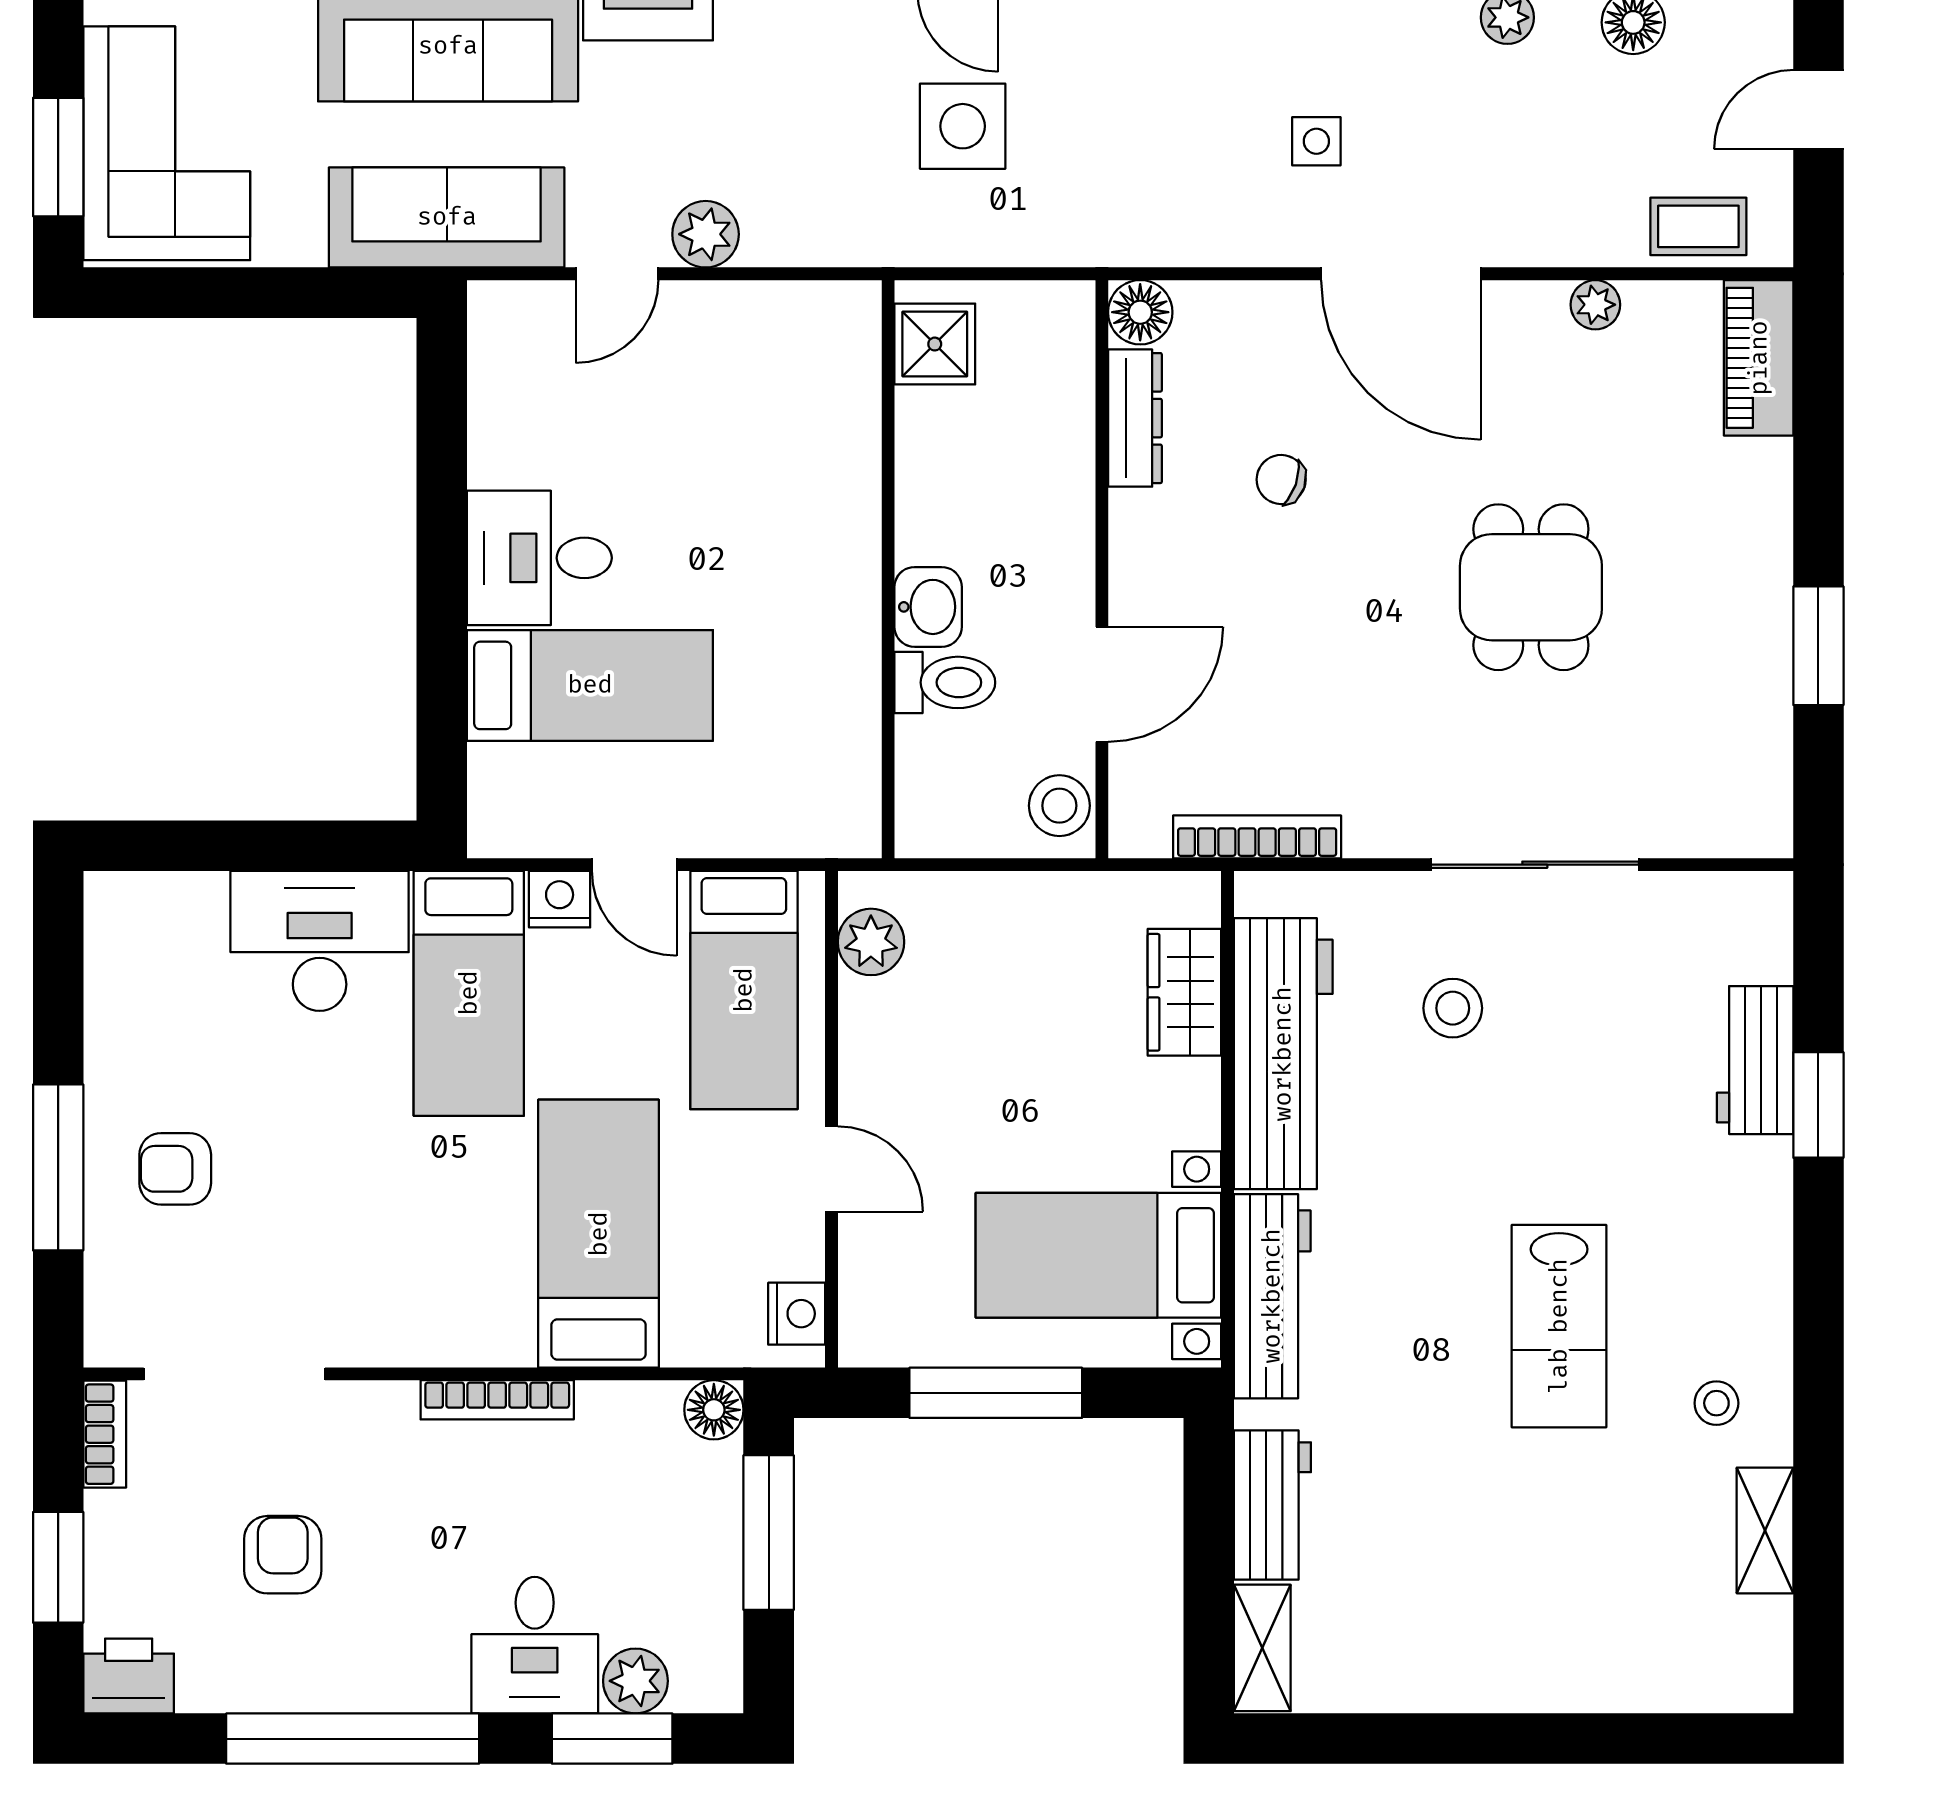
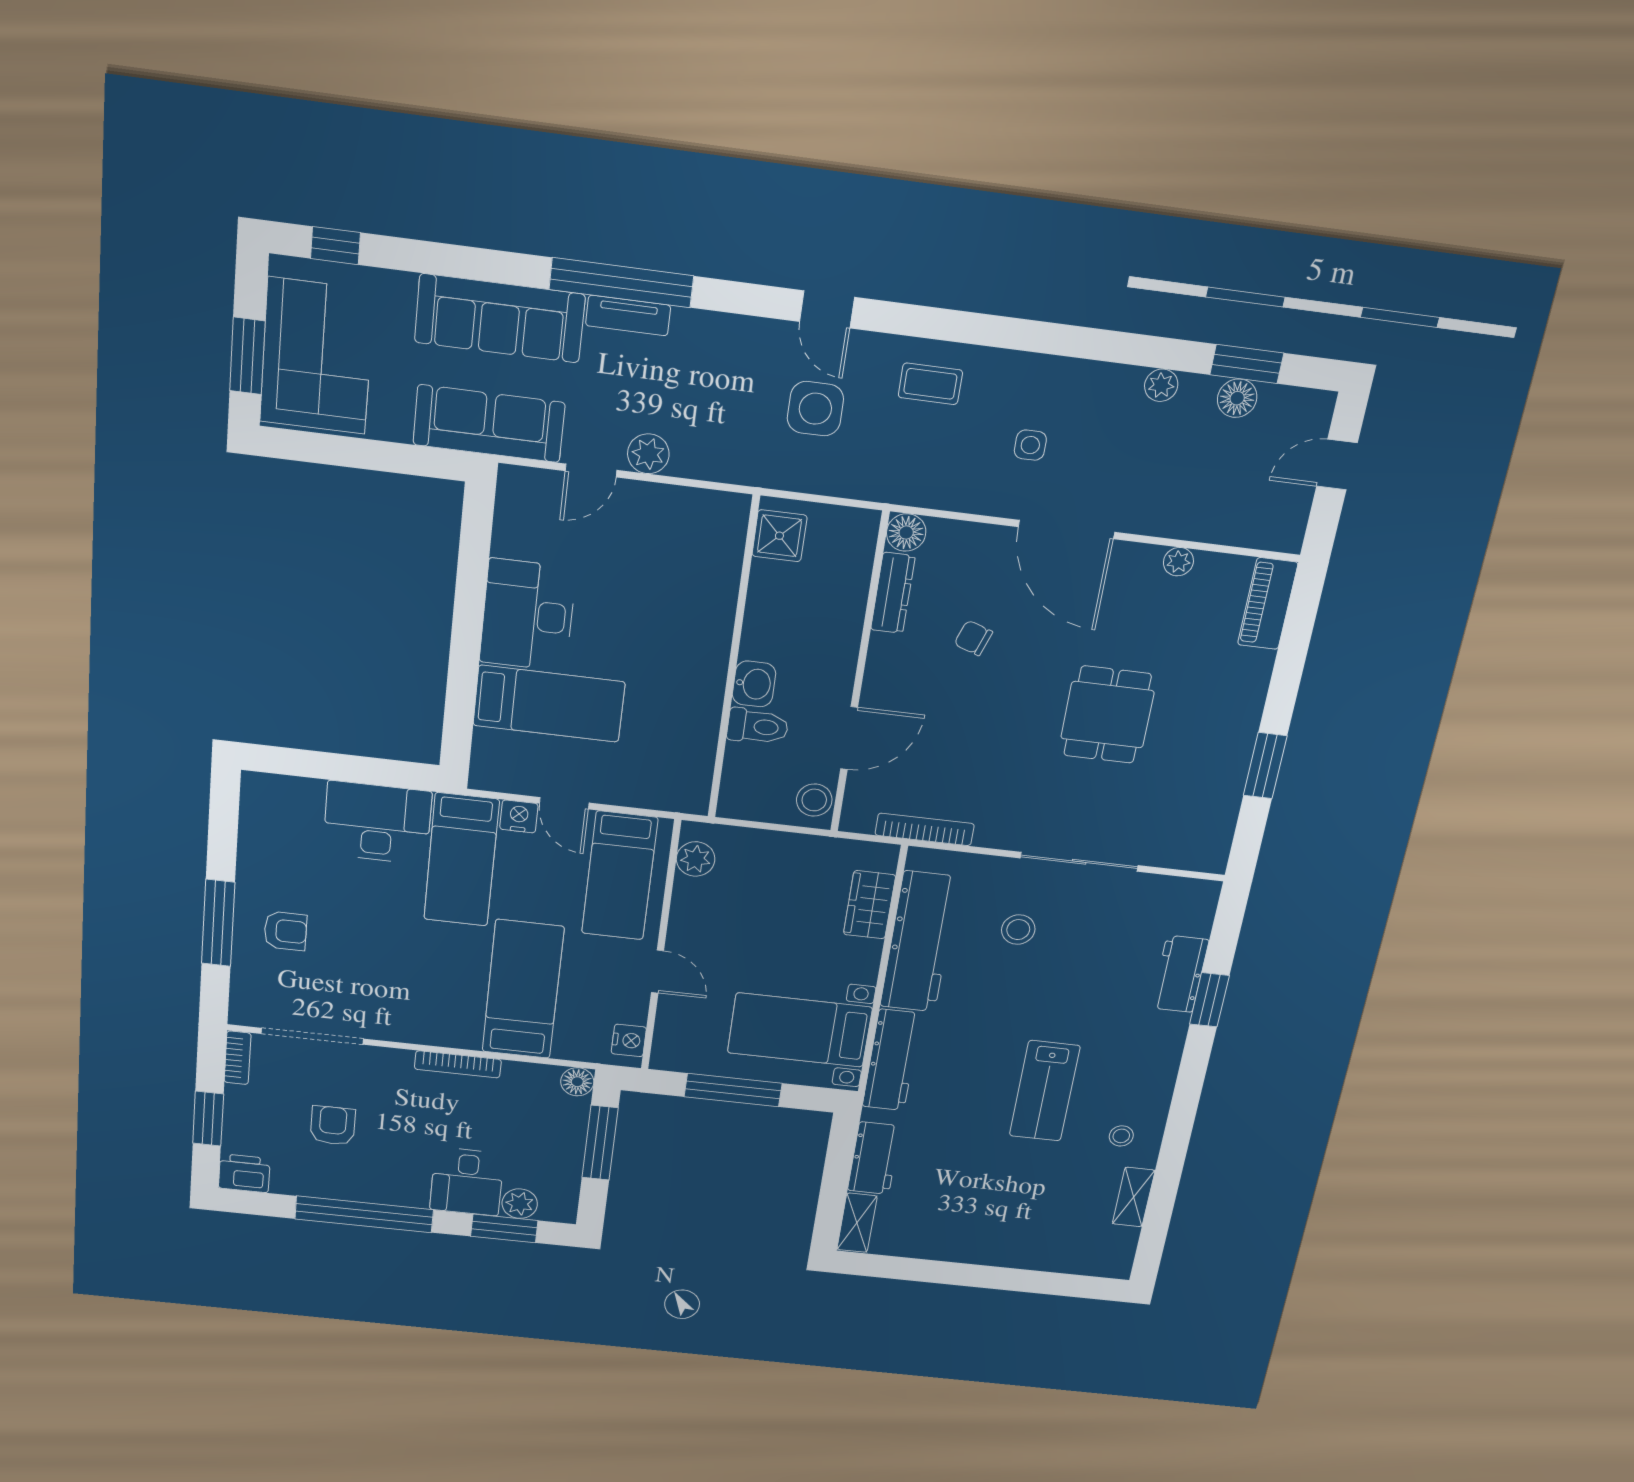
coffee table: (1698, 226) -> (930, 384), moved
desk: (539, 558) -> (528, 615), width x1.37
armchair: (175, 1169) -> (285, 931), turned 180

